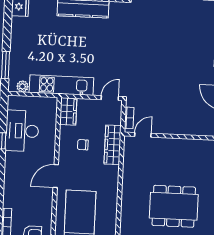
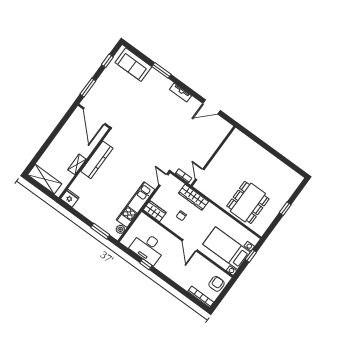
dining table: (174, 206) -> (248, 202), moved

